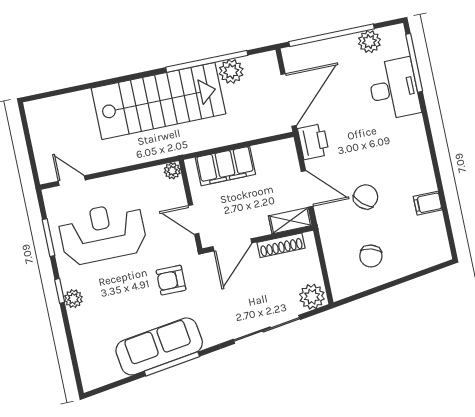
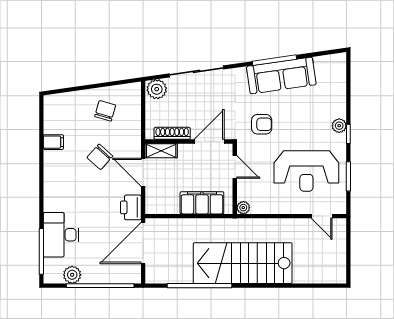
plant: (231, 71) -> (182, 274), removed

